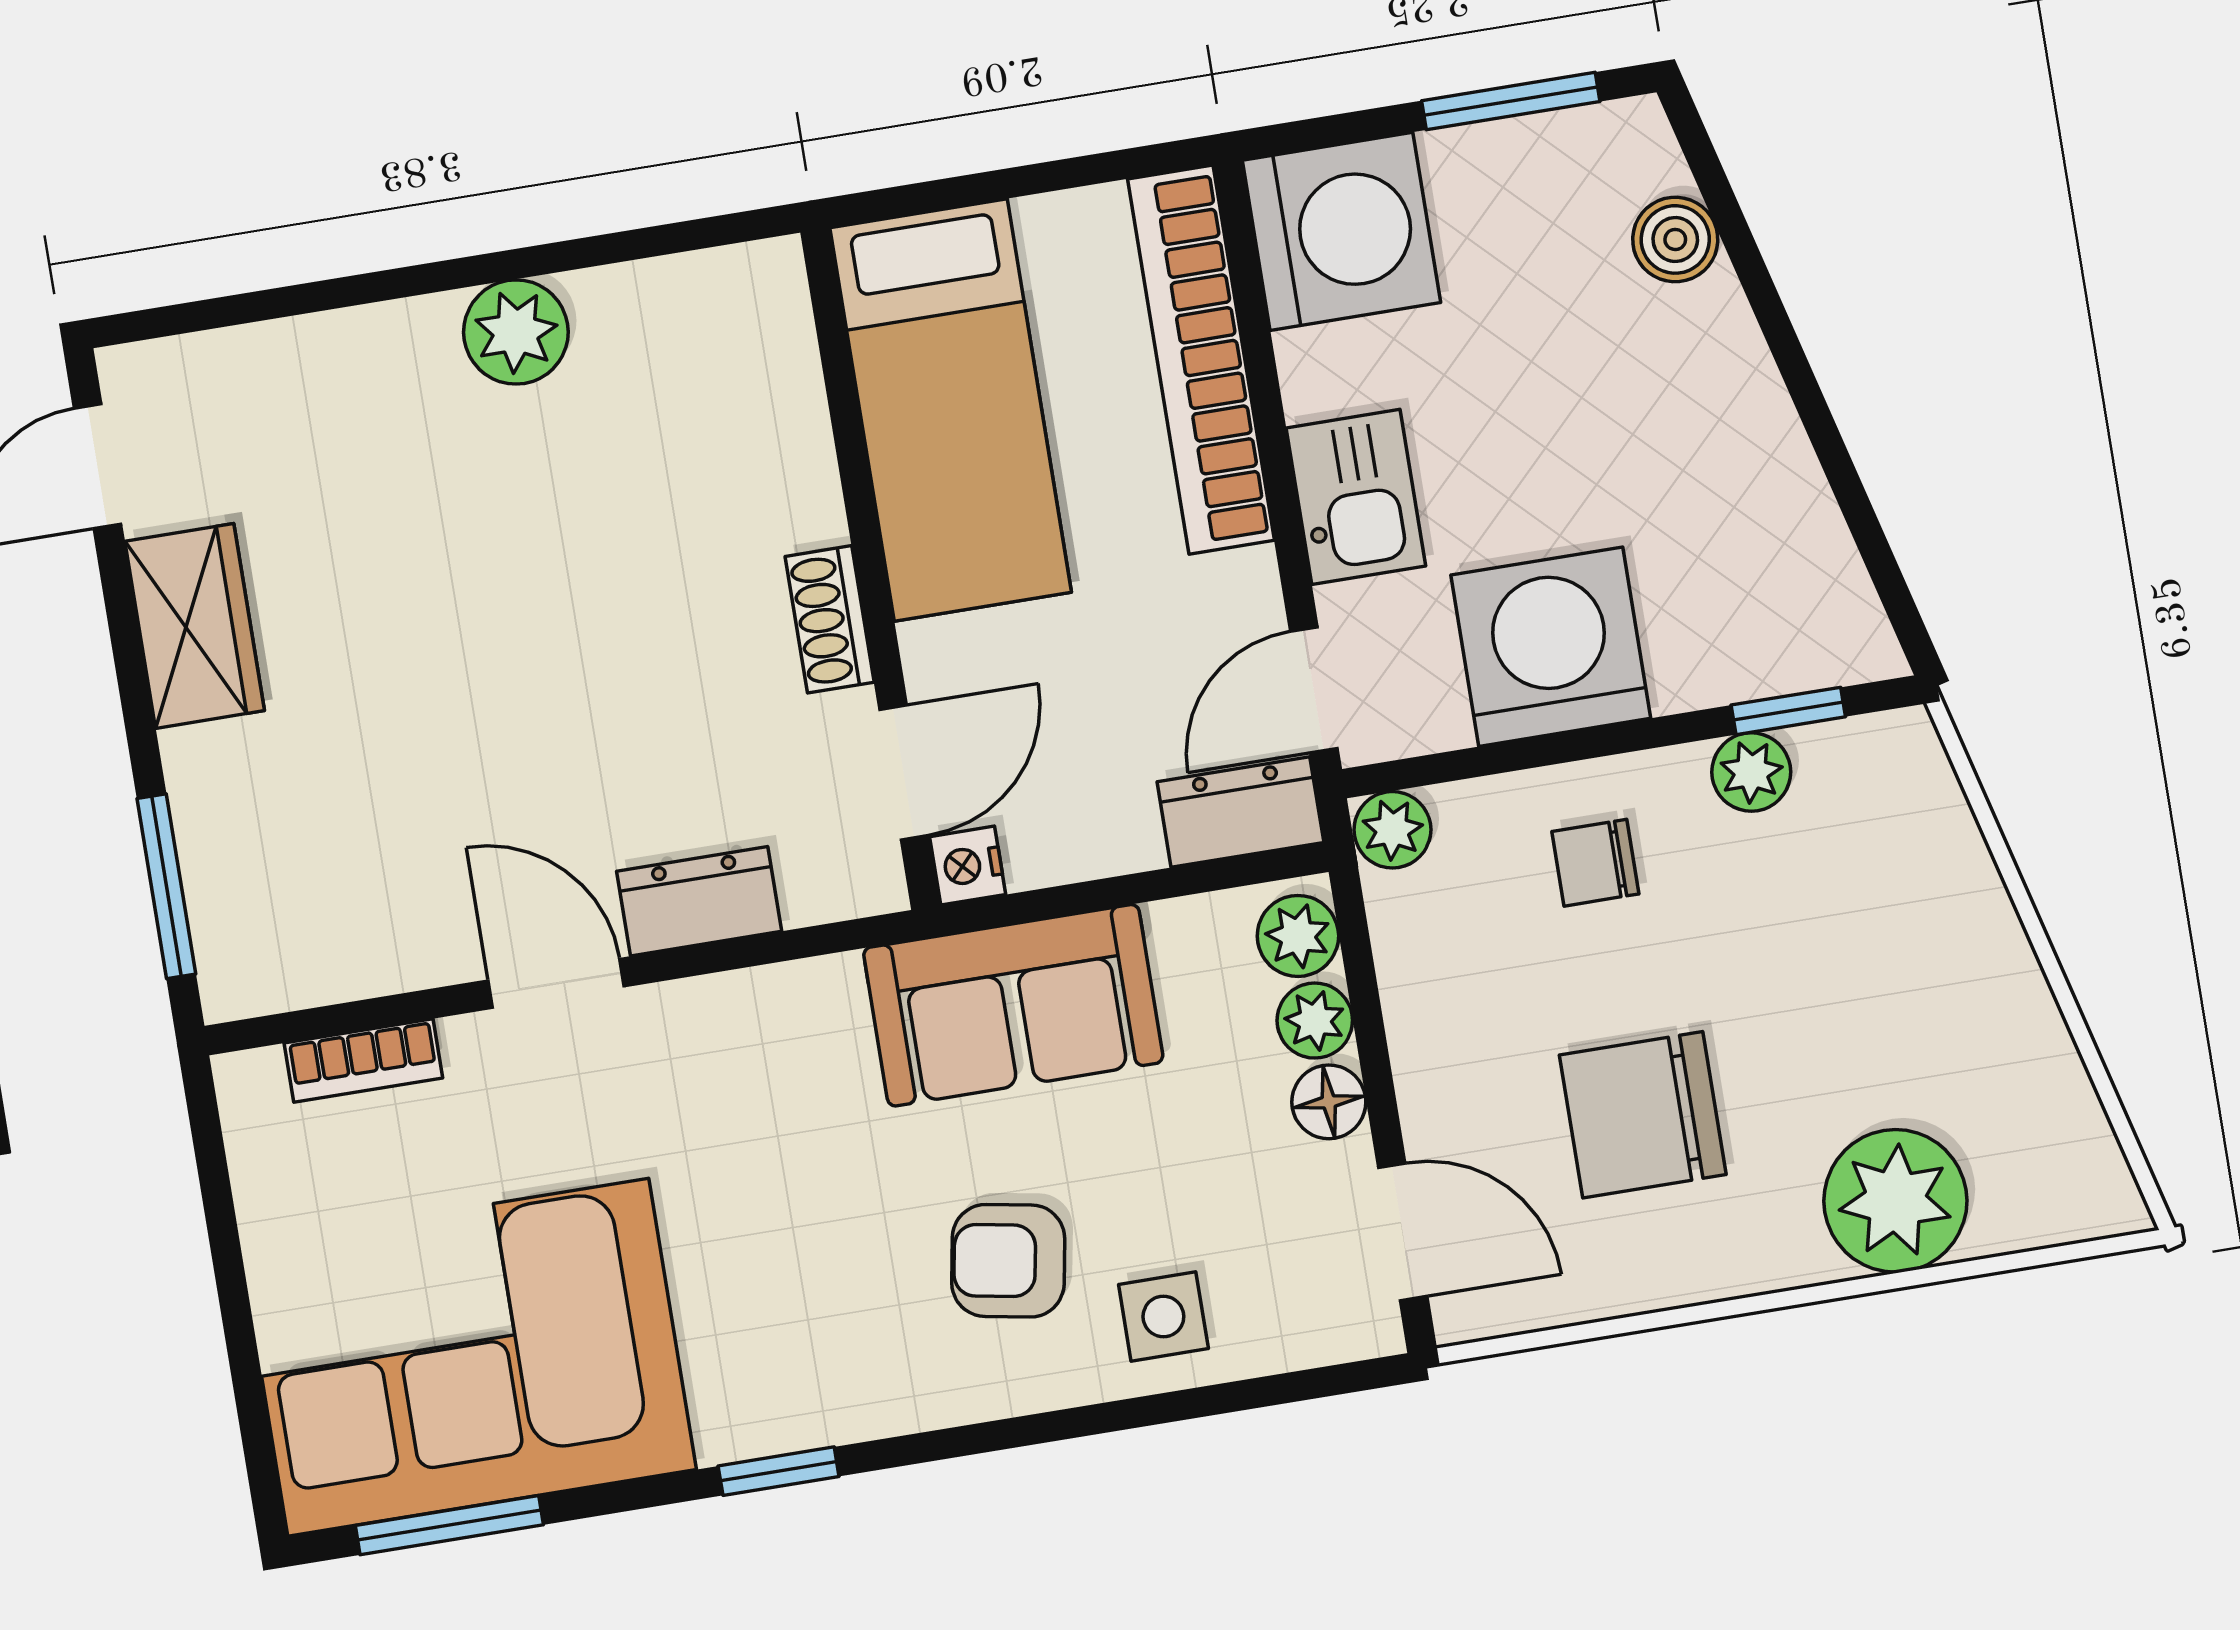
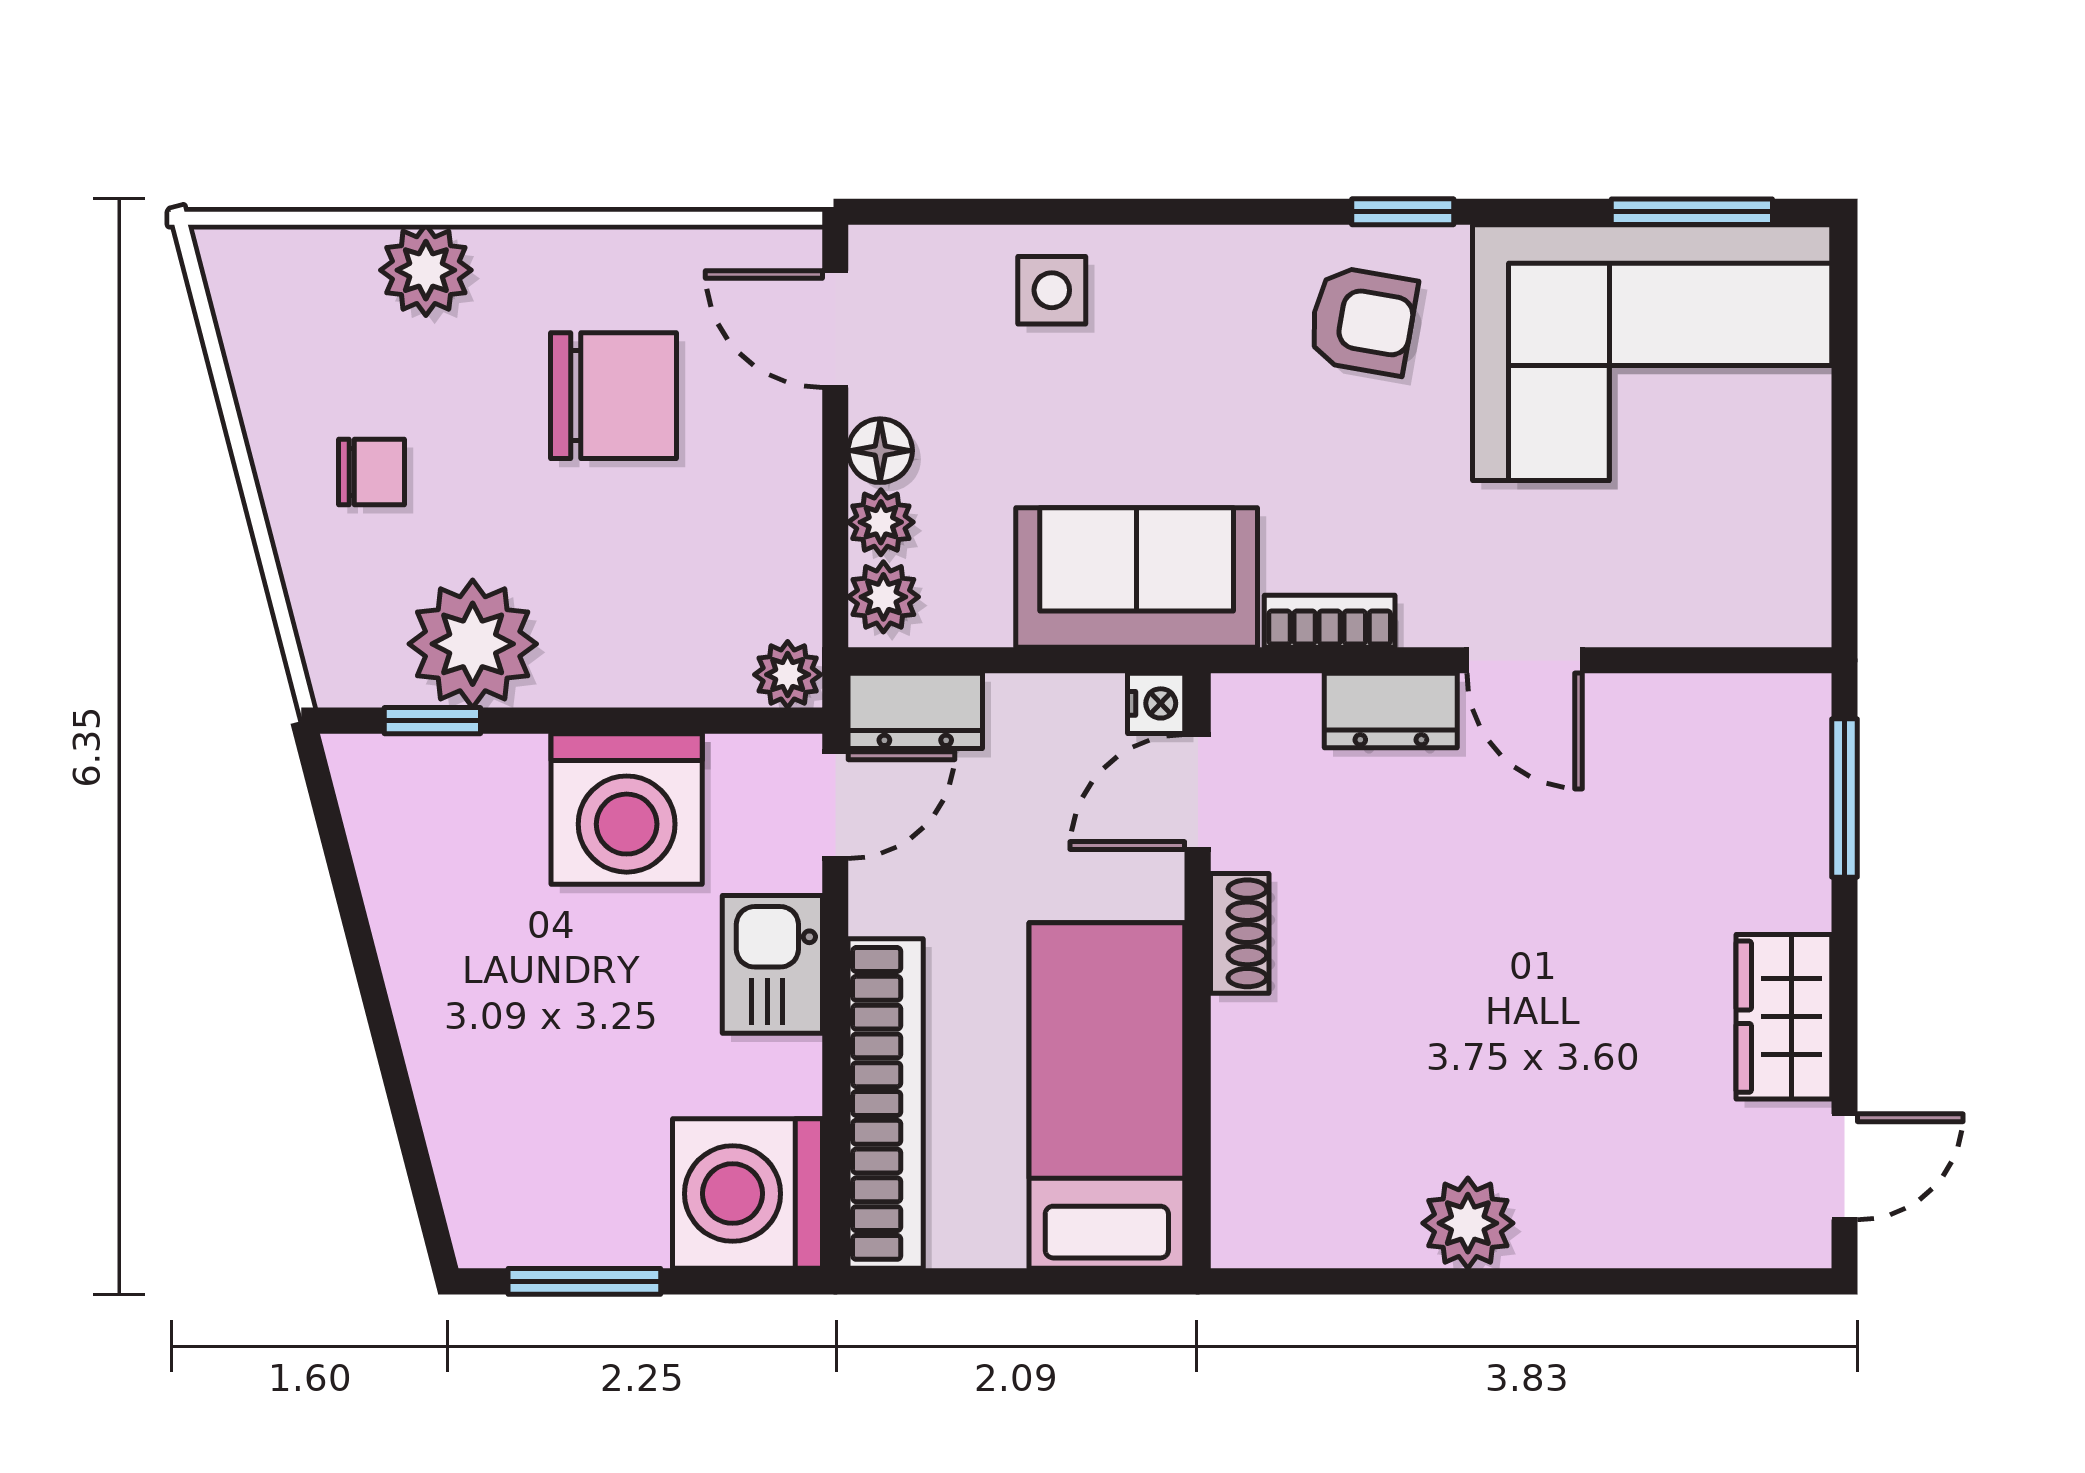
boiler: (1675, 239) -> (463, 1140), removed
plant: (1751, 772) -> (473, 644), width x1.87, depth x1.87
chair: (1595, 863) -> (372, 472), moved
bookcase: (363, 1061) -> (1330, 621), moved
plant: (1895, 1201) -> (426, 270), width x0.73, depth x0.73
armchair: (1008, 1261) -> (1362, 321), moved

